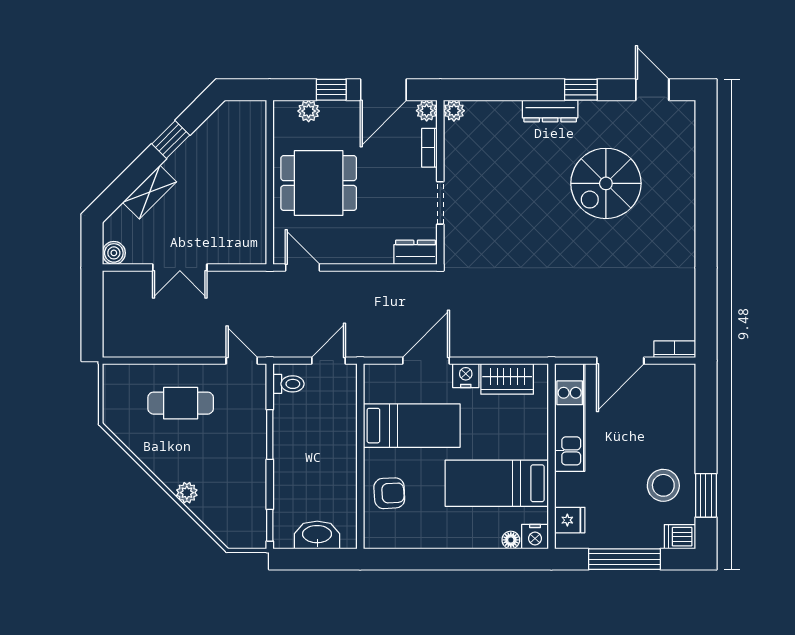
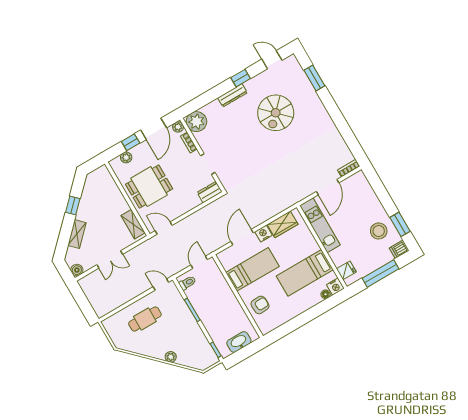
plant: (454, 111) -> (196, 122), width x1.87, depth x1.87
window: (706, 163) -> (314, 78), added
shelving: (254, 231) -> (133, 224), added

